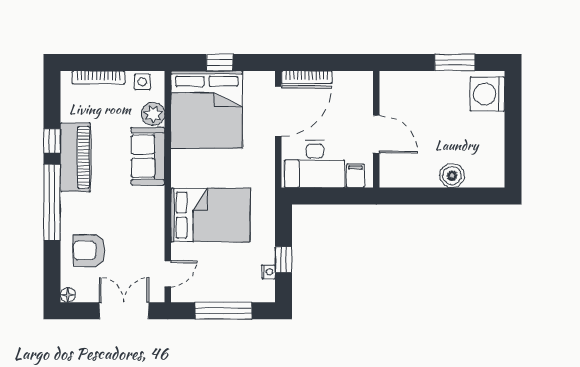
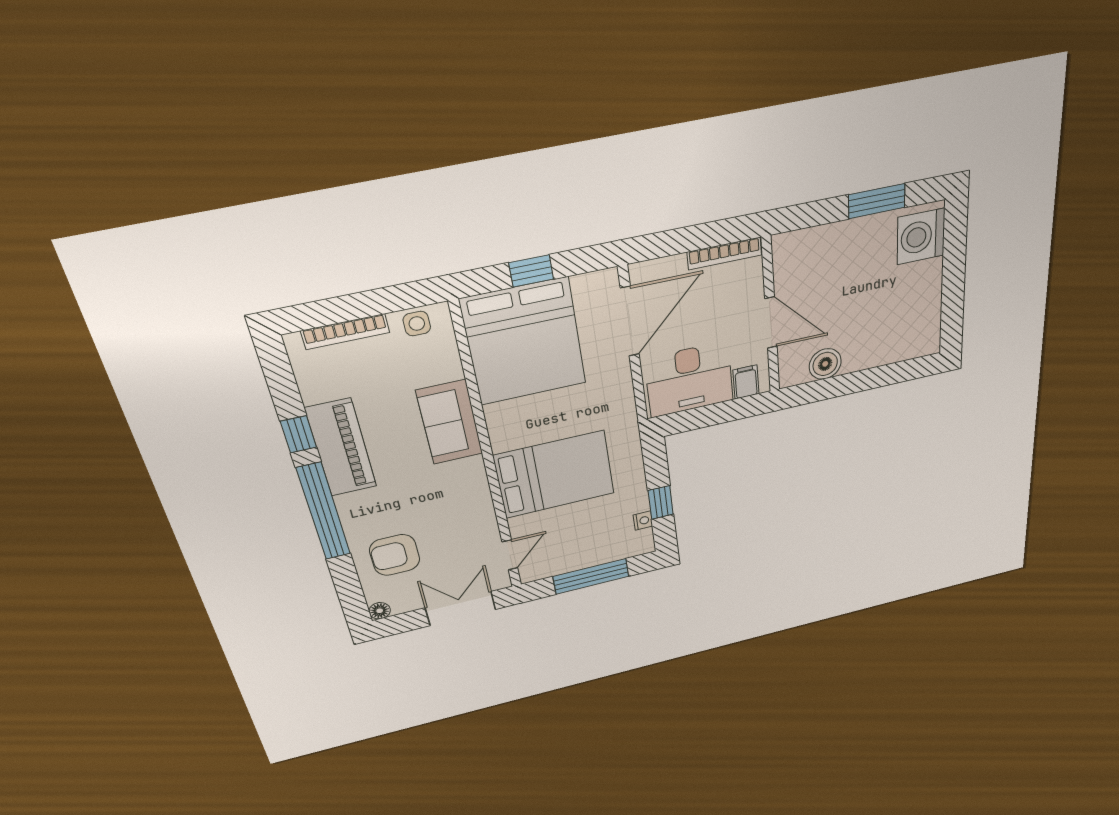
bookcase: (307, 77) -> (724, 254), moved
plant: (153, 114) -> (444, 365), removed
boiler: (452, 176) -> (825, 364), moved

